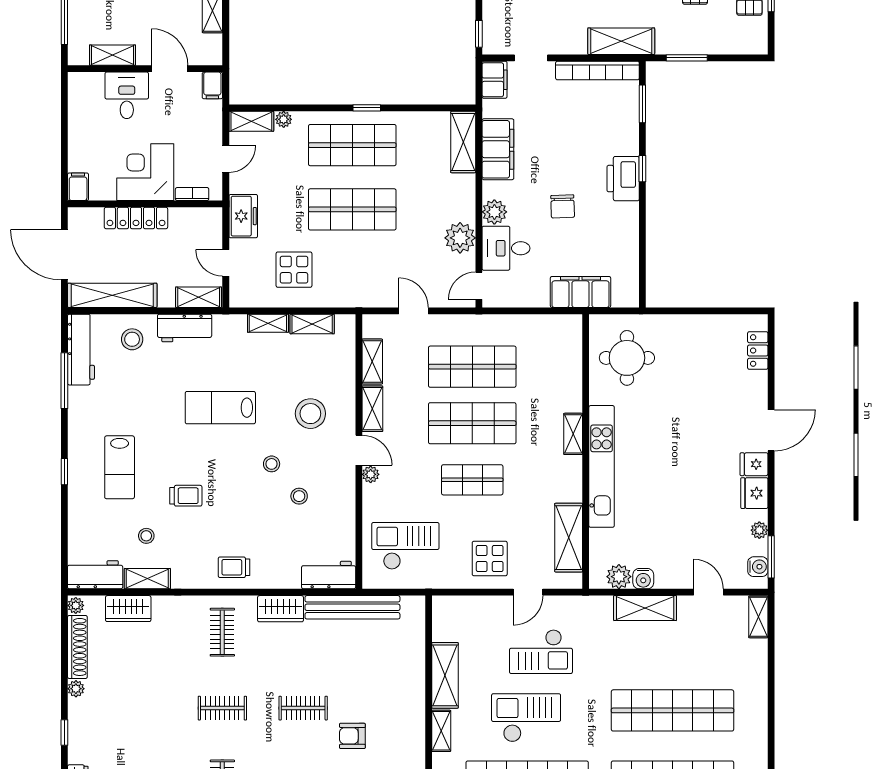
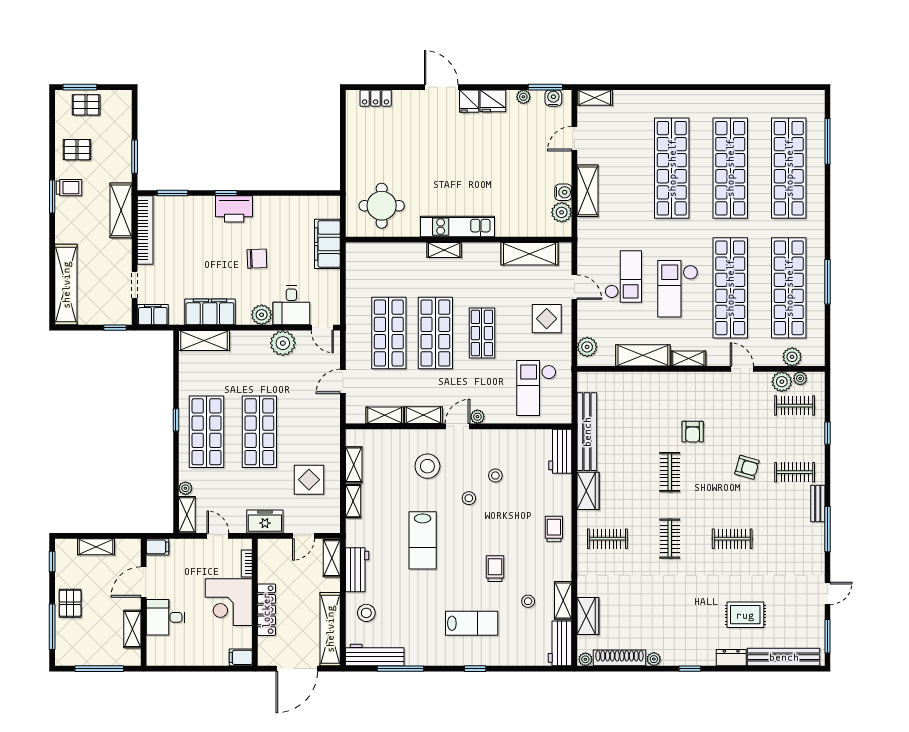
kitchen unit: (602, 466) -> (458, 227), width x0.73
trolley: (234, 567) -> (554, 529), turned 180
plant: (455, 608) -> (587, 347), added

